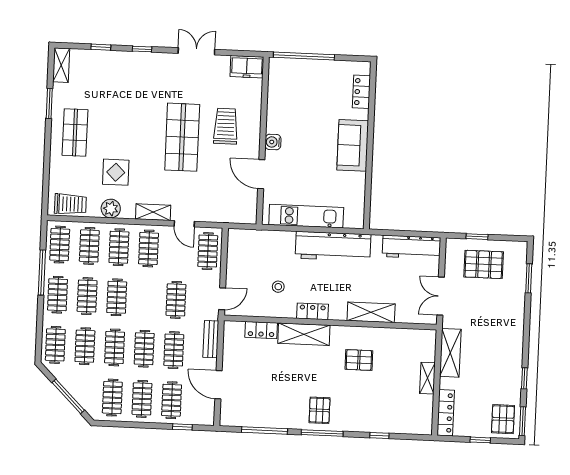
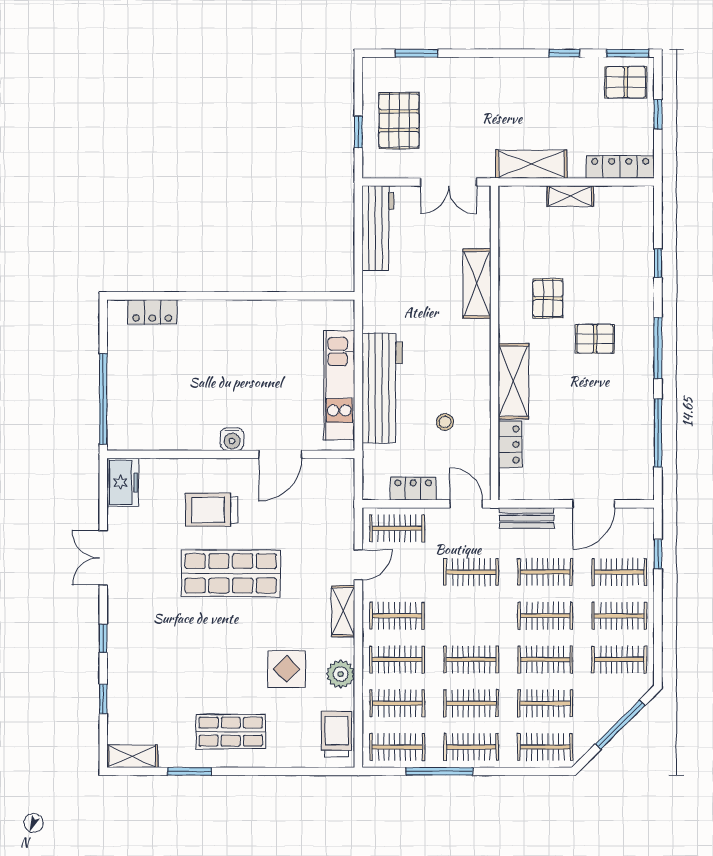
sofa: (353, 145) -> (232, 321), removed
workbench: (333, 246) -> (382, 388), moved
locker: (313, 311) -> (413, 489), moved, turned 90
pallet: (320, 410) -> (595, 339), moved

